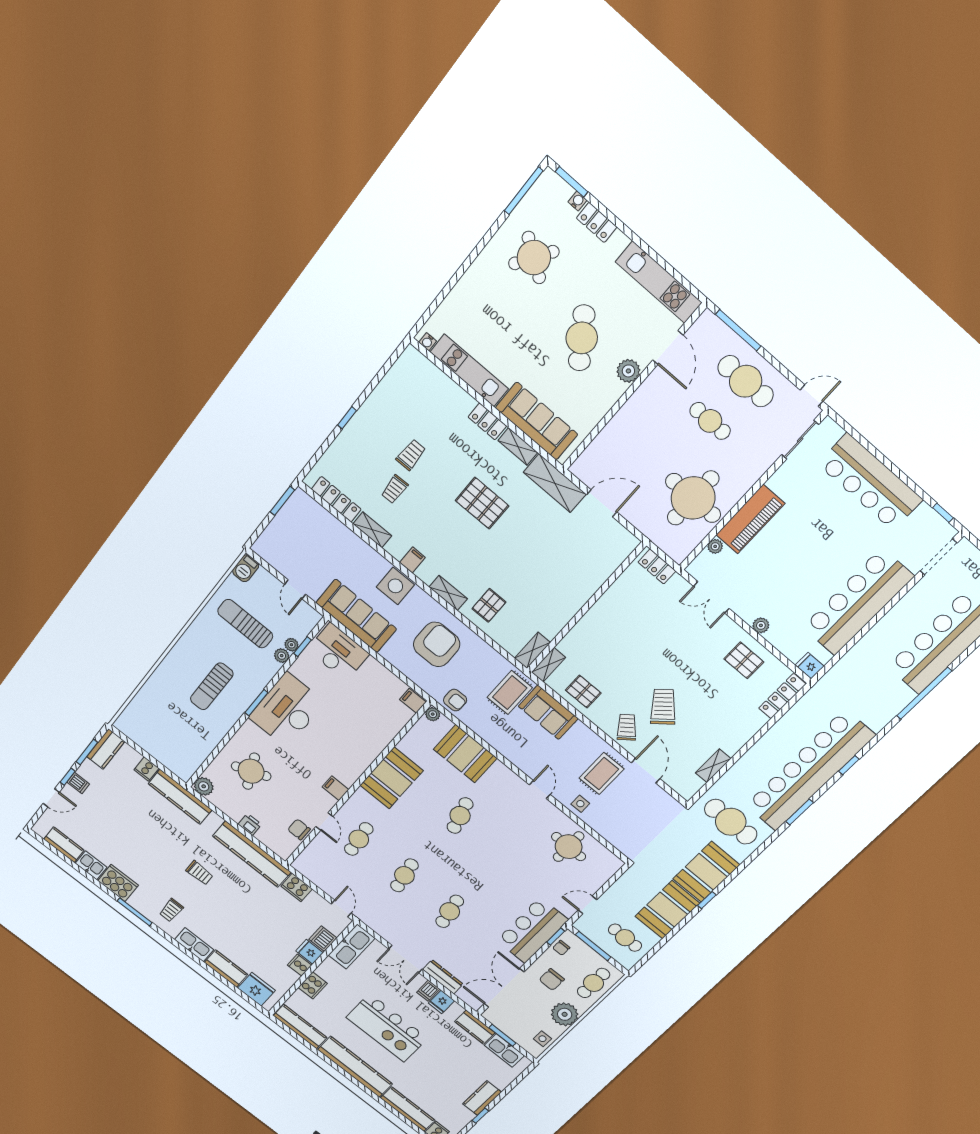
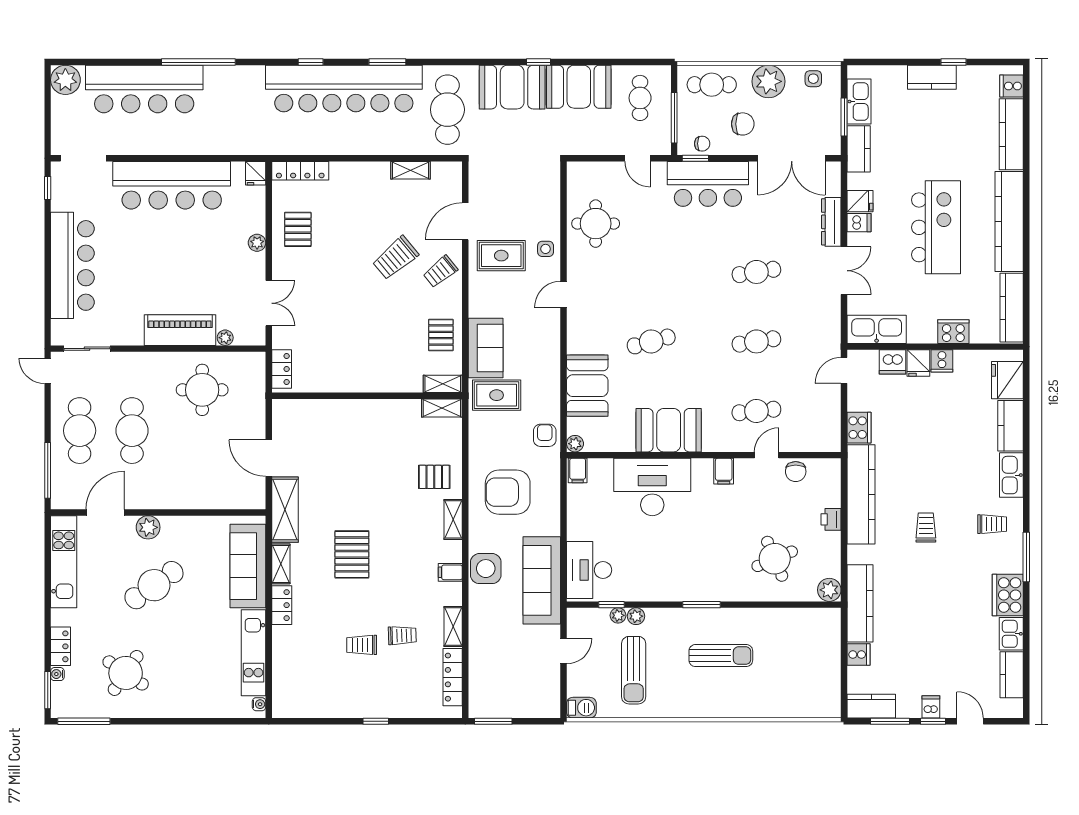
cafe table: (710, 421) -> (132, 431), width x1.37, depth x1.35
round table: (693, 498) -> (202, 390), width x0.73, depth x0.73
desk: (287, 710) -> (652, 487), moved, turned 180

